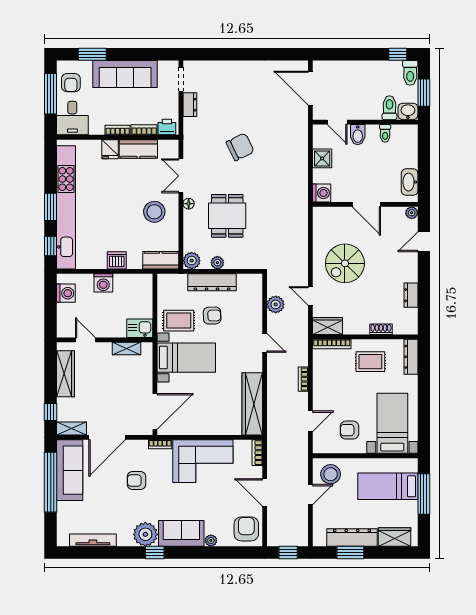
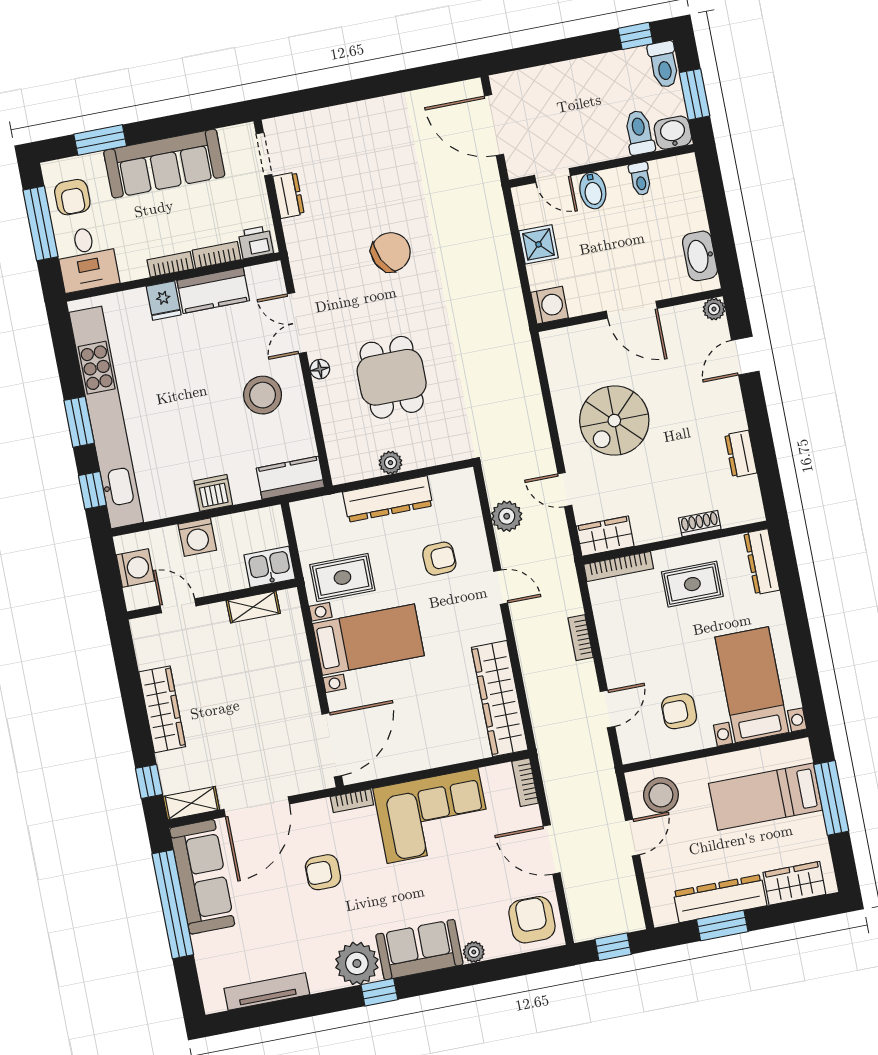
plant: (192, 261) -> (345, 468), removed
armchair: (212, 316) -> (439, 559), moved
kitchen sink: (140, 328) -> (270, 567), moved
door: (85, 340) -> (178, 606), moved
wall: (105, 340) -> (212, 599), moved
shelving: (127, 349) -> (253, 607), moved

